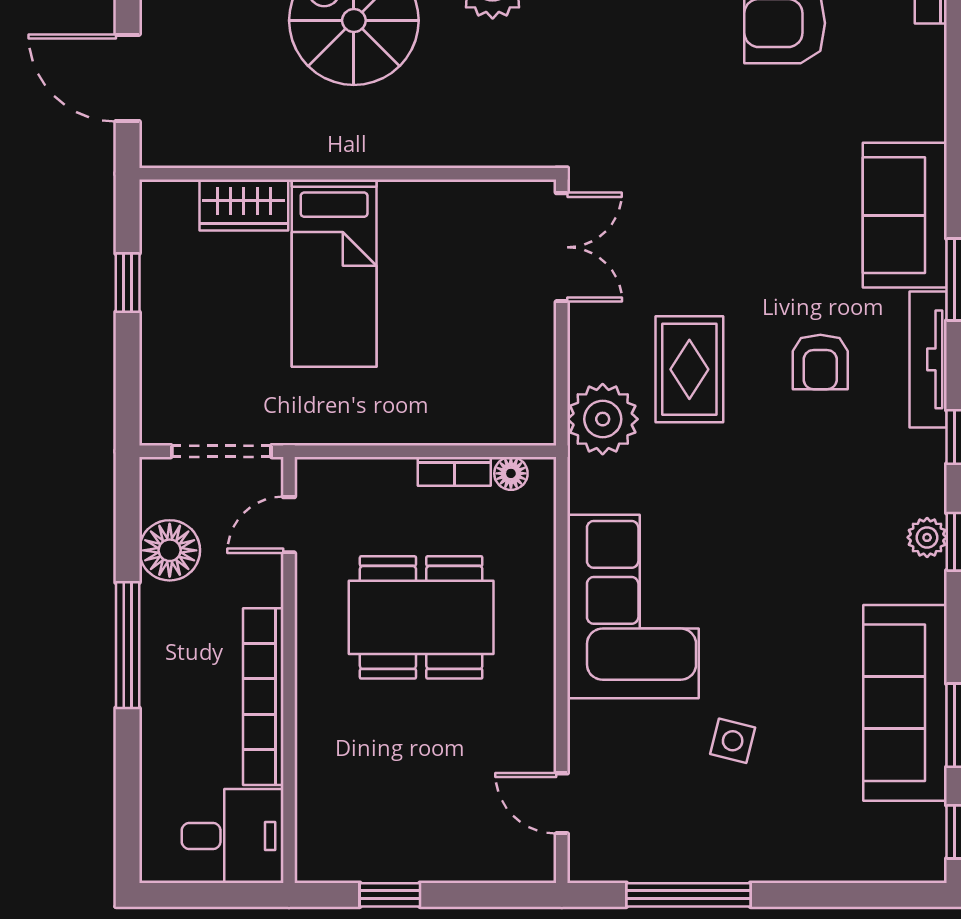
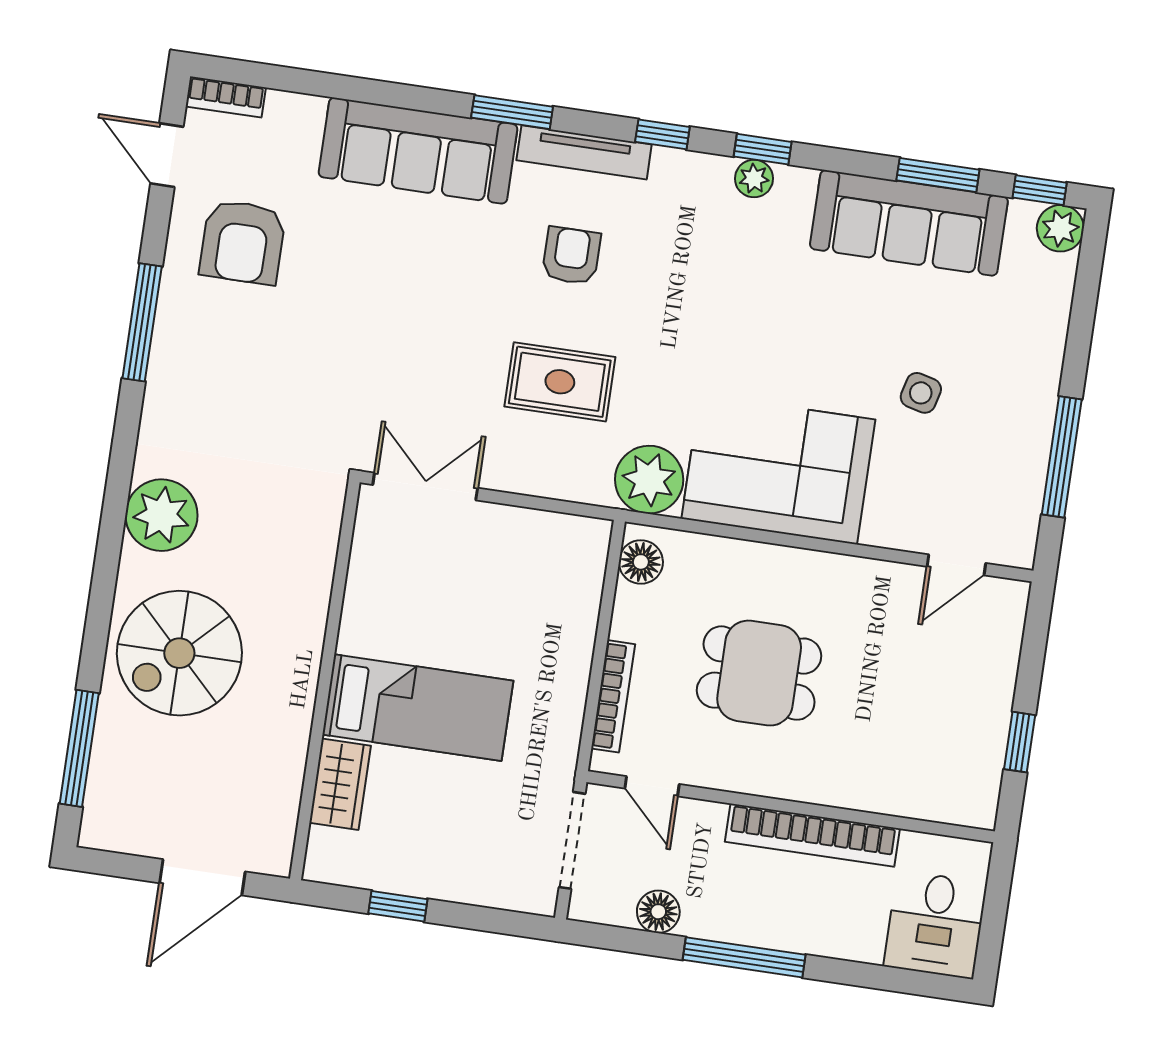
sofa: (905, 215) -> (418, 151), width x1.36
armchair: (820, 362) -> (571, 256), turned -90
plant: (603, 419) -> (649, 480), moved
bookcase: (454, 471) -> (613, 696), moved, width x1.56
floor lamp: (511, 473) -> (641, 562), width x1.37, depth x1.37
floor lamp: (170, 550) -> (658, 912), width x0.73, depth x0.73
dining table: (421, 617) -> (759, 673), width x0.73
desk: (233, 836) -> (935, 925), moved, turned 180
plant: (922, 859) -> (1060, 228), added

